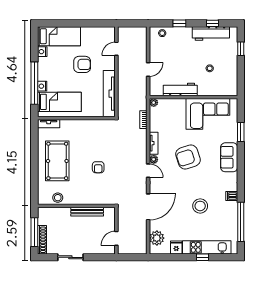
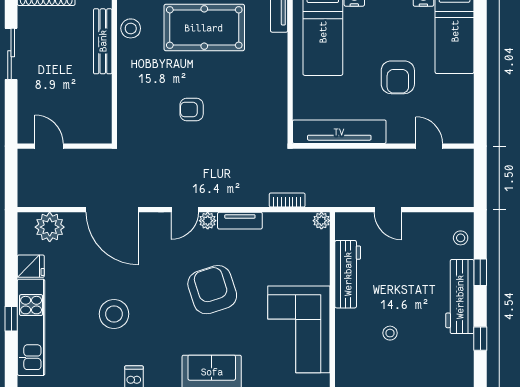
workbench: (211, 34) -> (460, 297), moved
bench: (87, 212) -> (103, 41), moved

